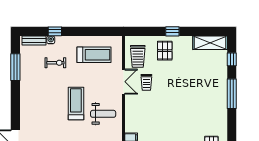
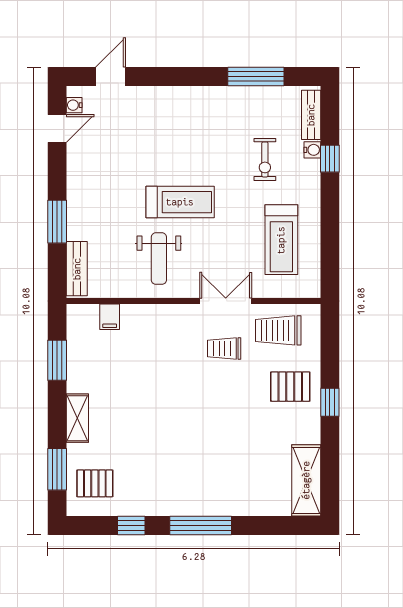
window: (232, 59) -> (131, 525), moved
double door: (124, 82) -> (226, 301), swing flipped

